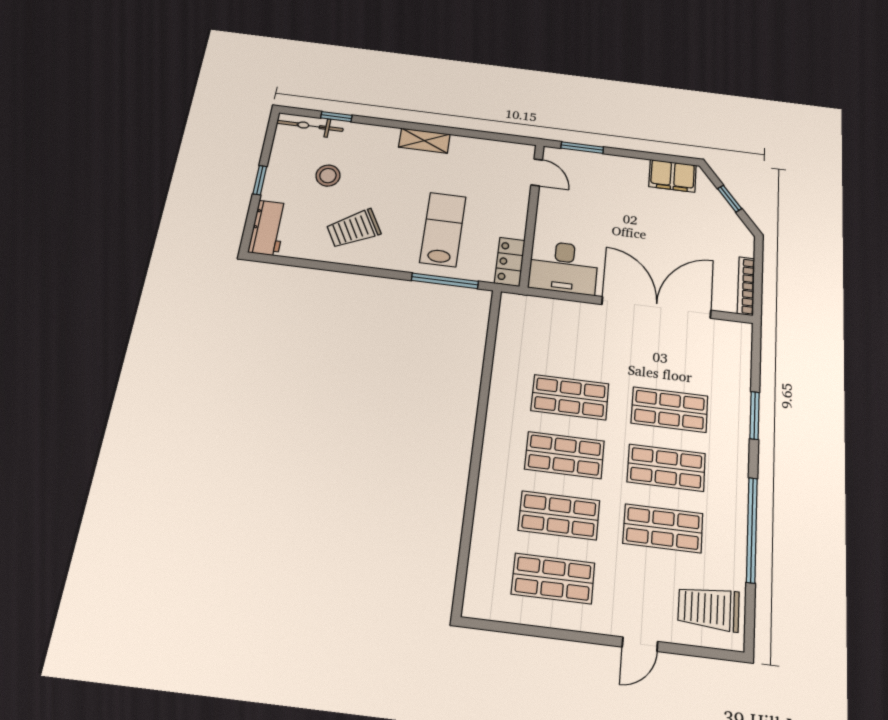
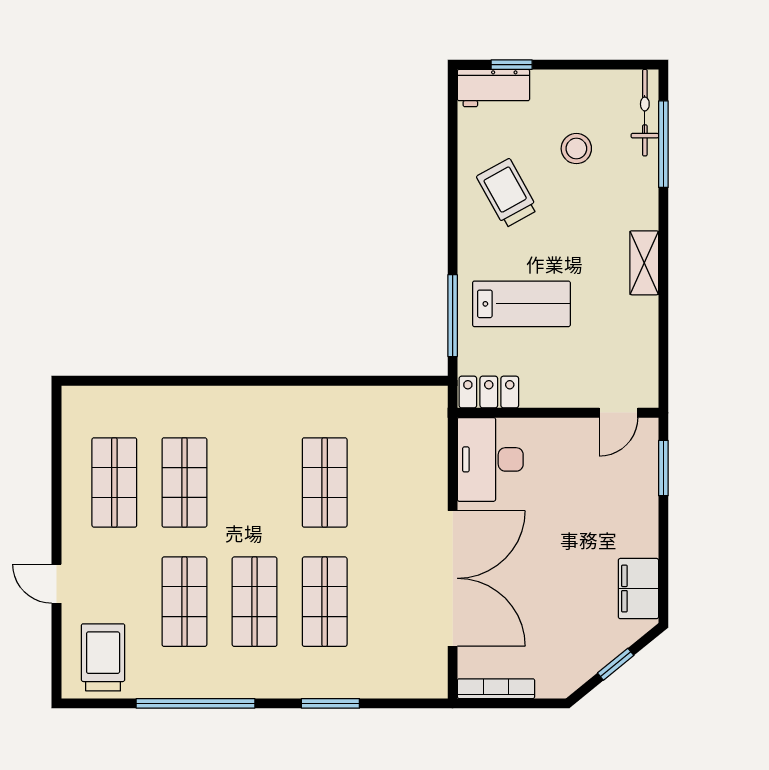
window: (336, 117) -> (663, 144), width x2.17
window: (260, 180) -> (512, 65), moved
shop shelf: (565, 455) -> (255, 482), removed

